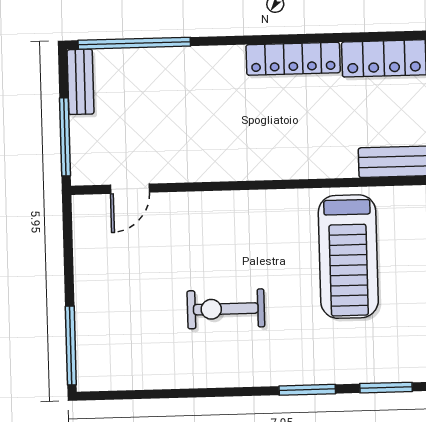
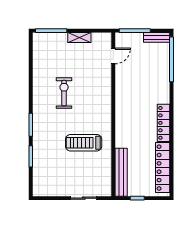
door: (130, 189) -> (113, 56), swing flipped
treadmill: (348, 257) -> (84, 143), width x0.73, depth x0.73
shelving: (86, 275) -> (79, 38), added

